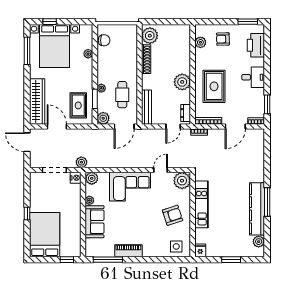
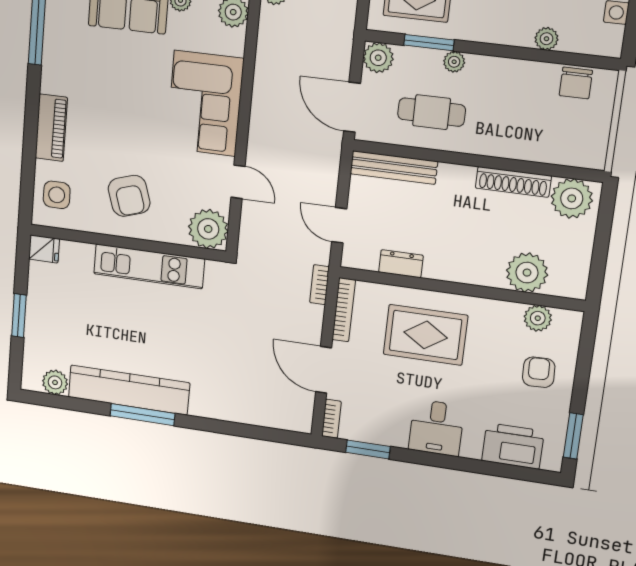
plant: (182, 82) -> (527, 273), moved
dresser: (186, 113) -> (401, 264), moved
piano: (128, 251) -> (51, 128), moved

